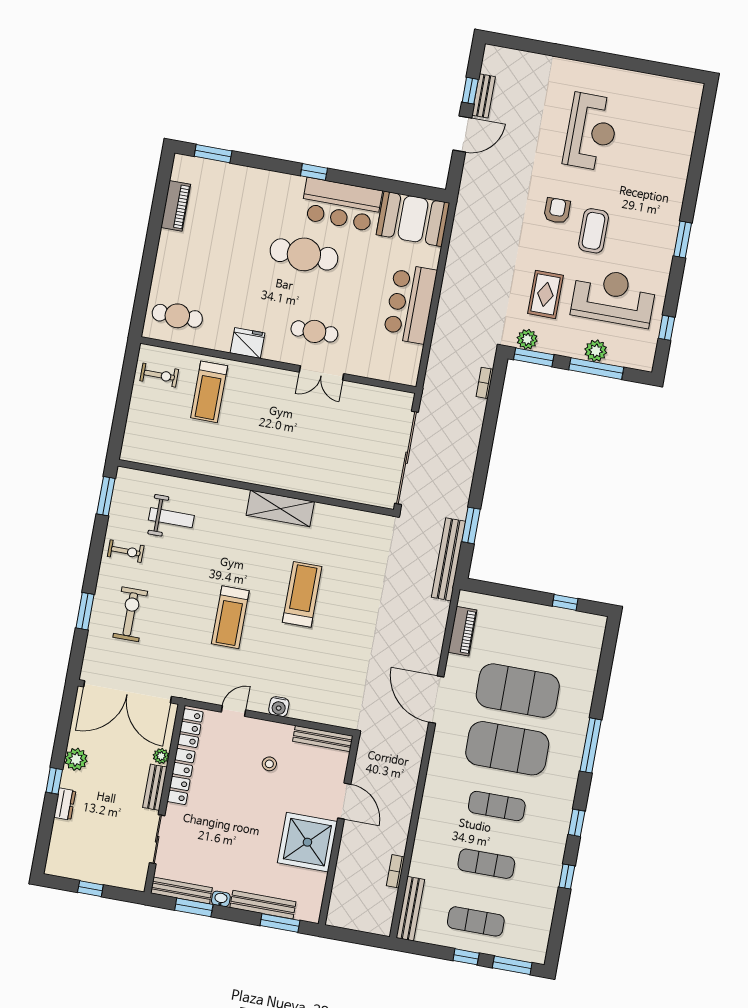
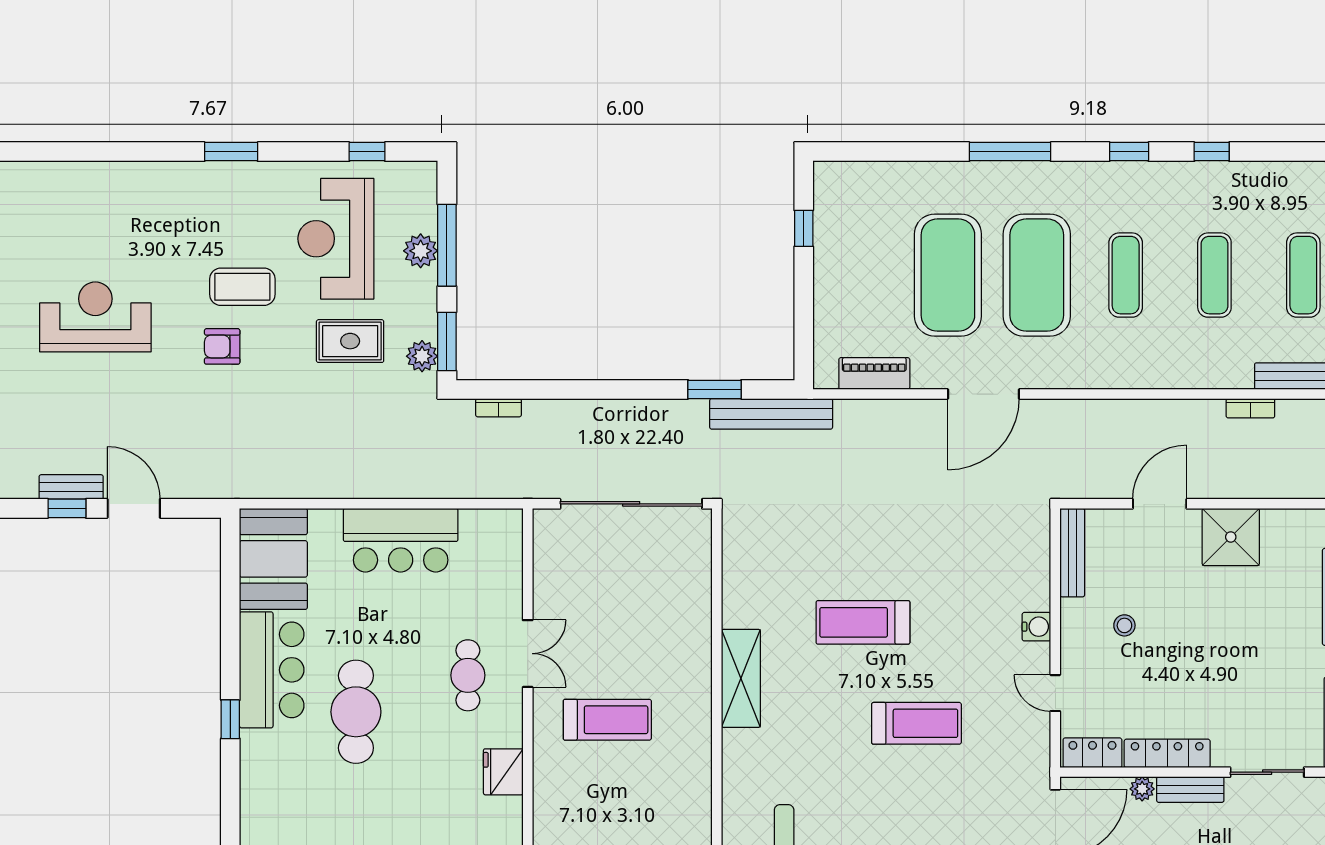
treadmill: (209, 392) -> (607, 720), moved
shower: (307, 842) -> (1231, 537), width x0.73, depth x0.73

